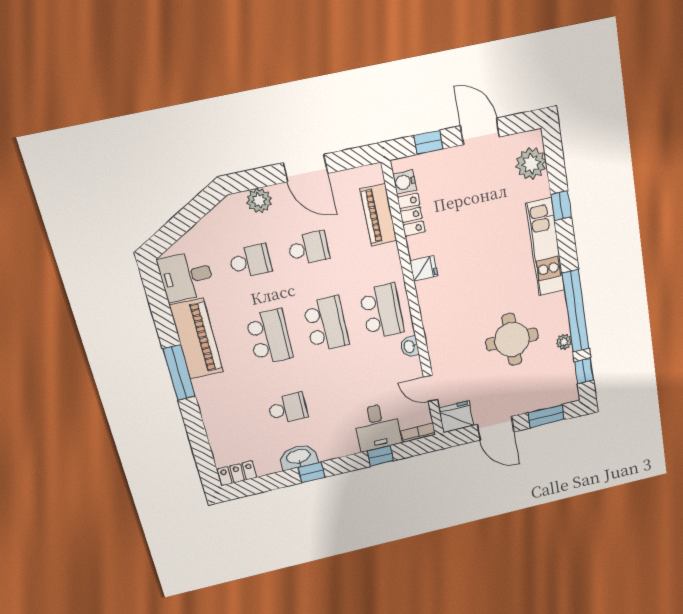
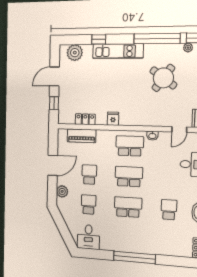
water cooler: (405, 182) -> (69, 119), removed
piano: (196, 339) -> (120, 243), removed
round table: (512, 339) -> (163, 78), turned 36
plant: (564, 342) -> (188, 48), moved
window: (179, 373) -> (134, 257), width x1.46

